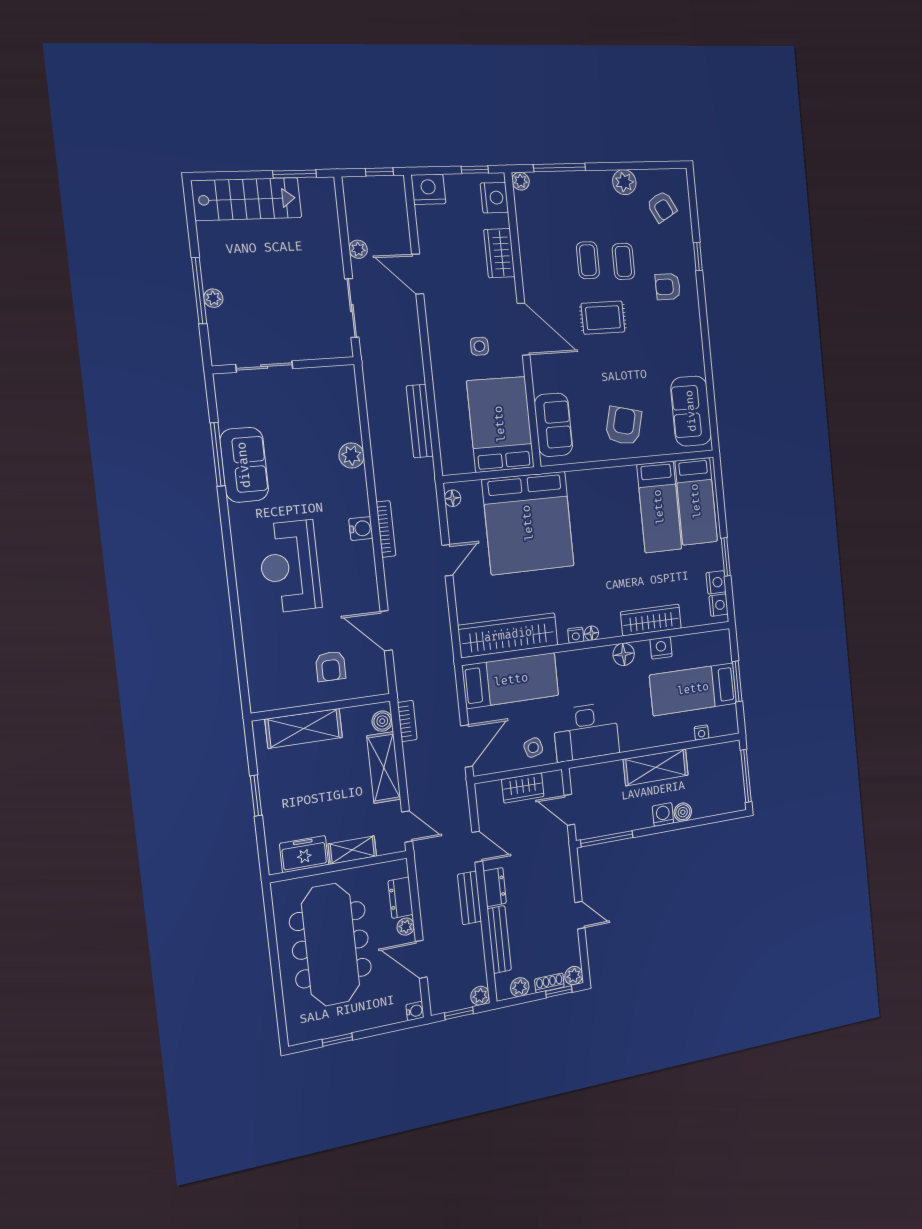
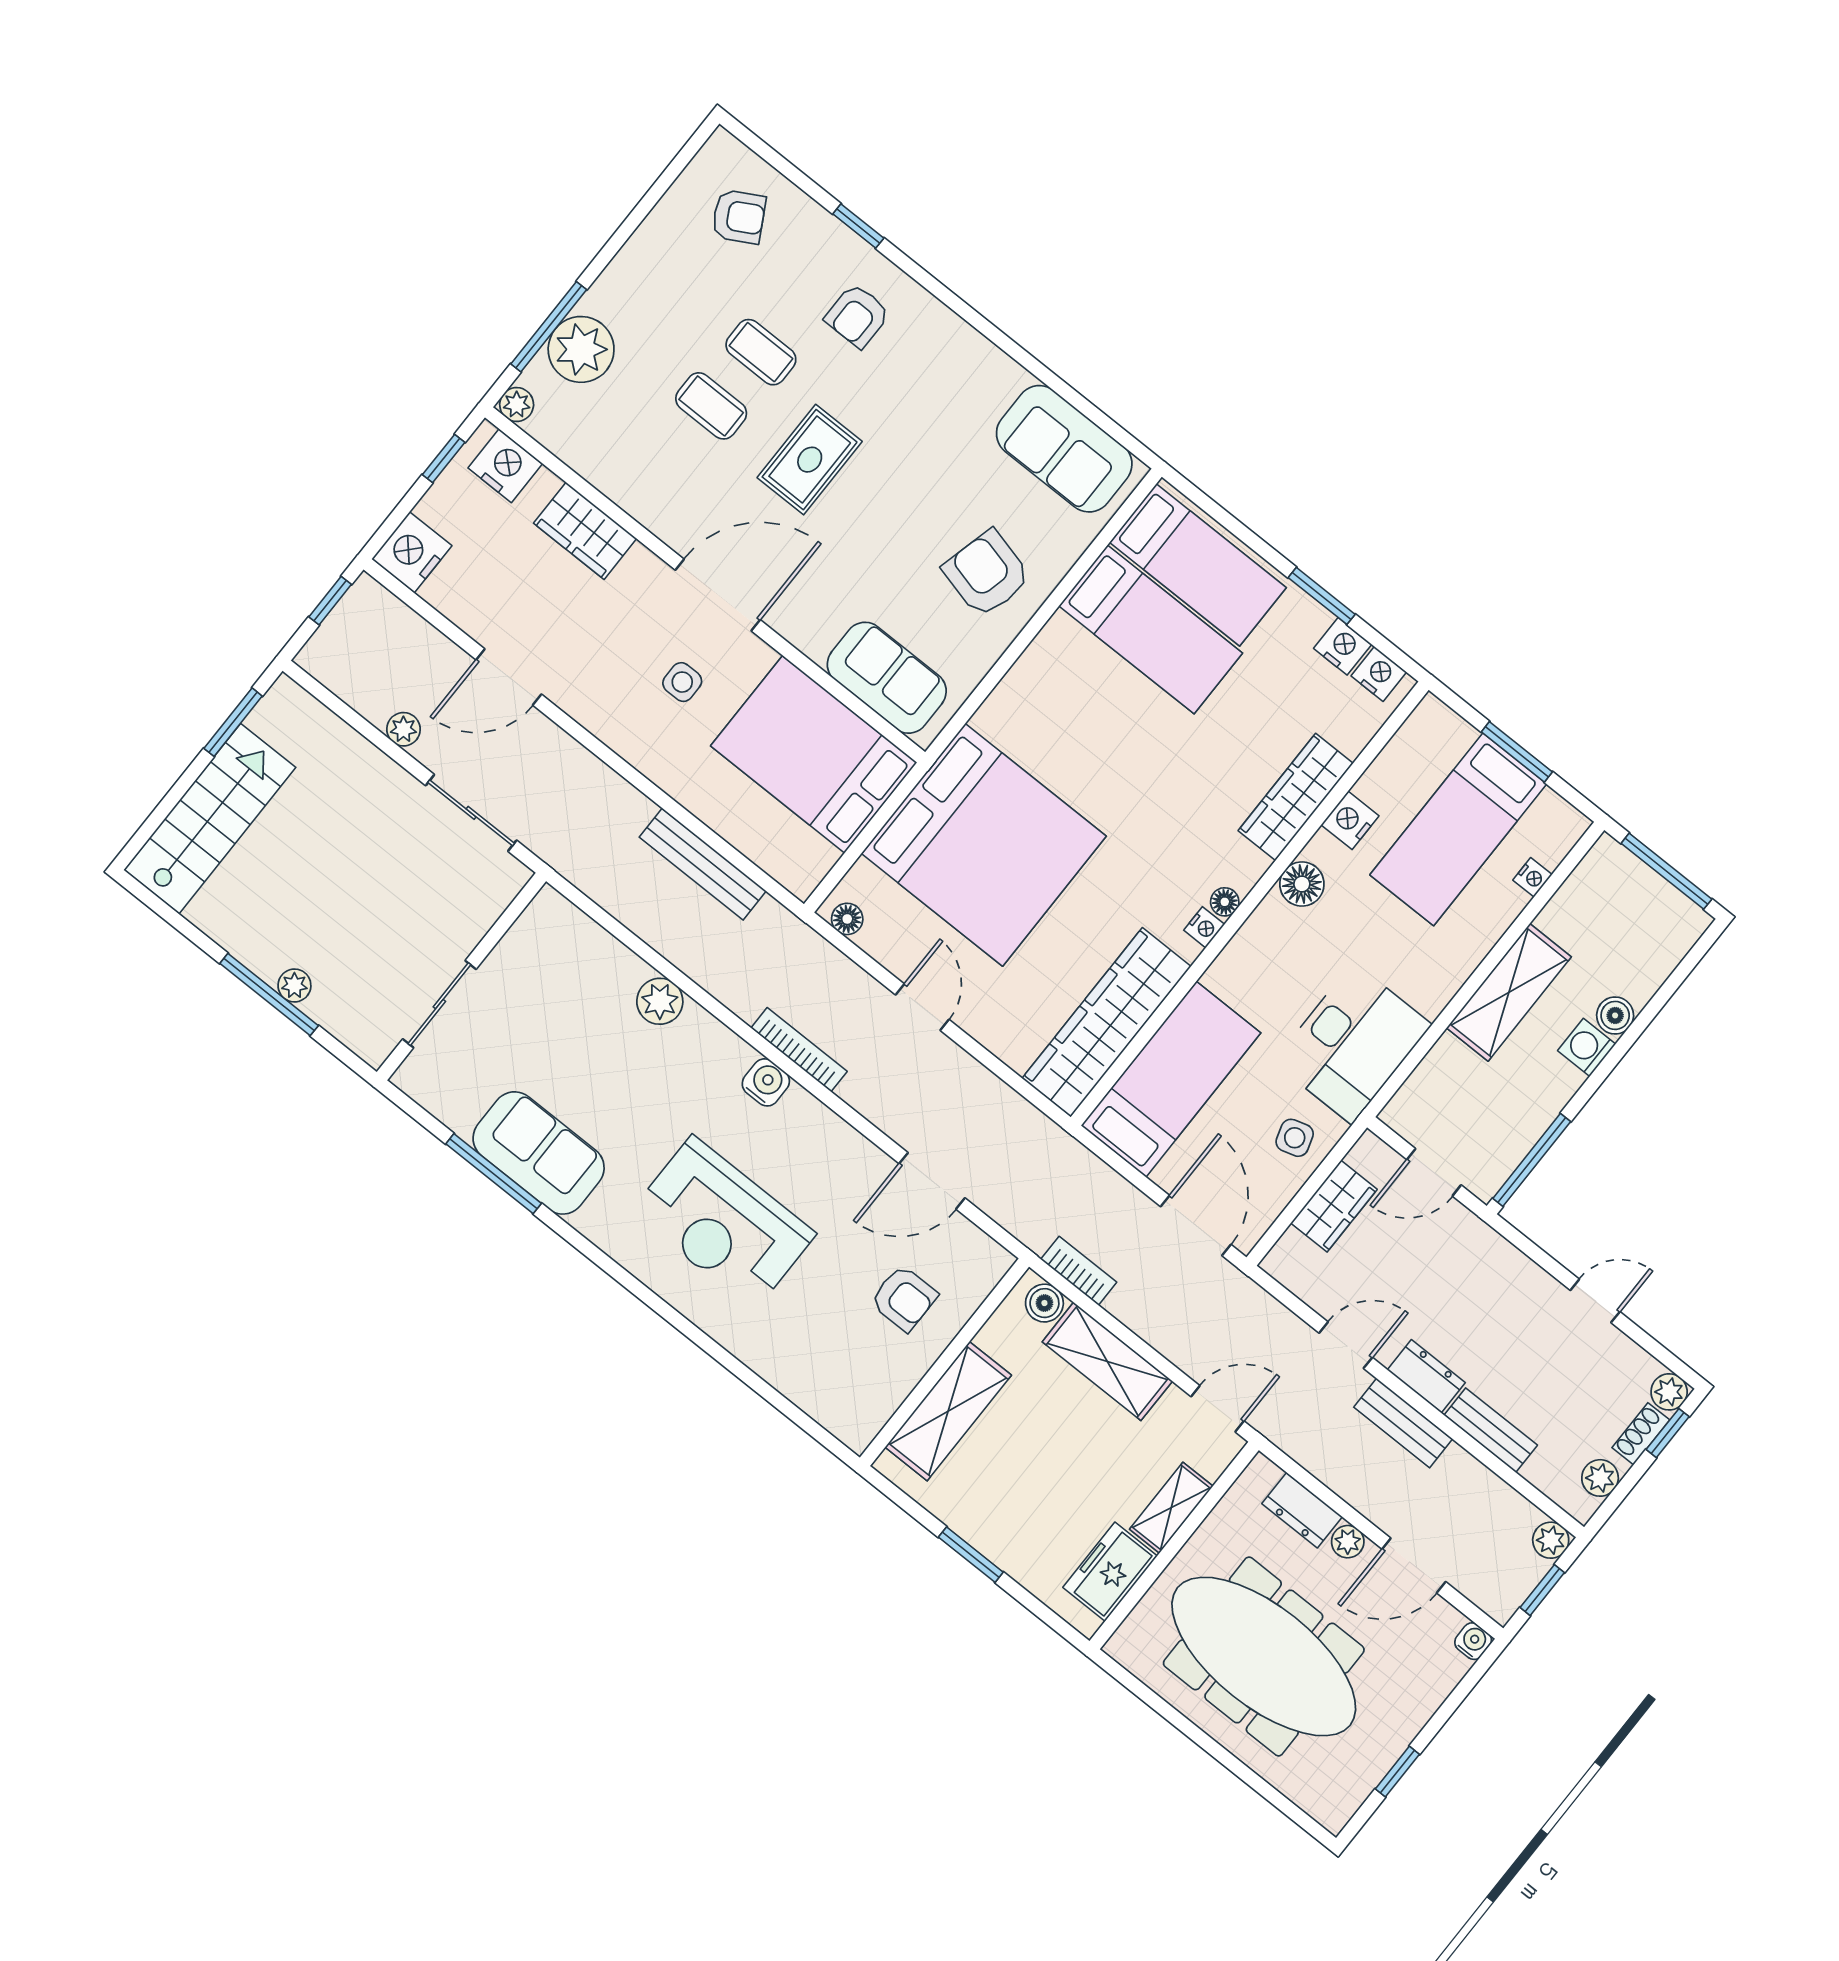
plant: (624, 182) -> (581, 349), moved, width x1.36, depth x1.36
bench: (499, 940) -> (1491, 1430), width x0.73

